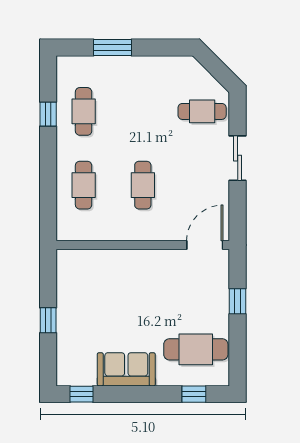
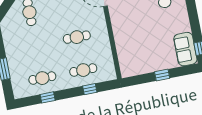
window: (48, 190) -> (90, 89), added
sofa: (126, 369) -> (185, 49), moved

